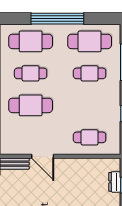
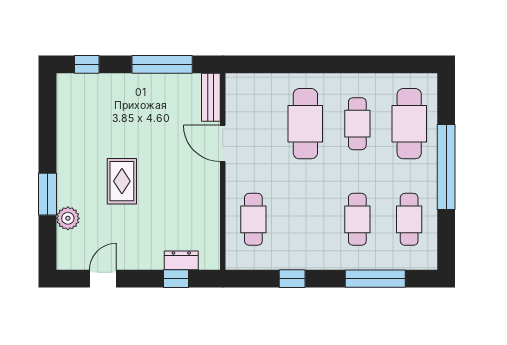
cafe table: (90, 41) -> (409, 219), width x0.73, depth x0.74
door: (43, 156) -> (223, 143), hinge flipped

